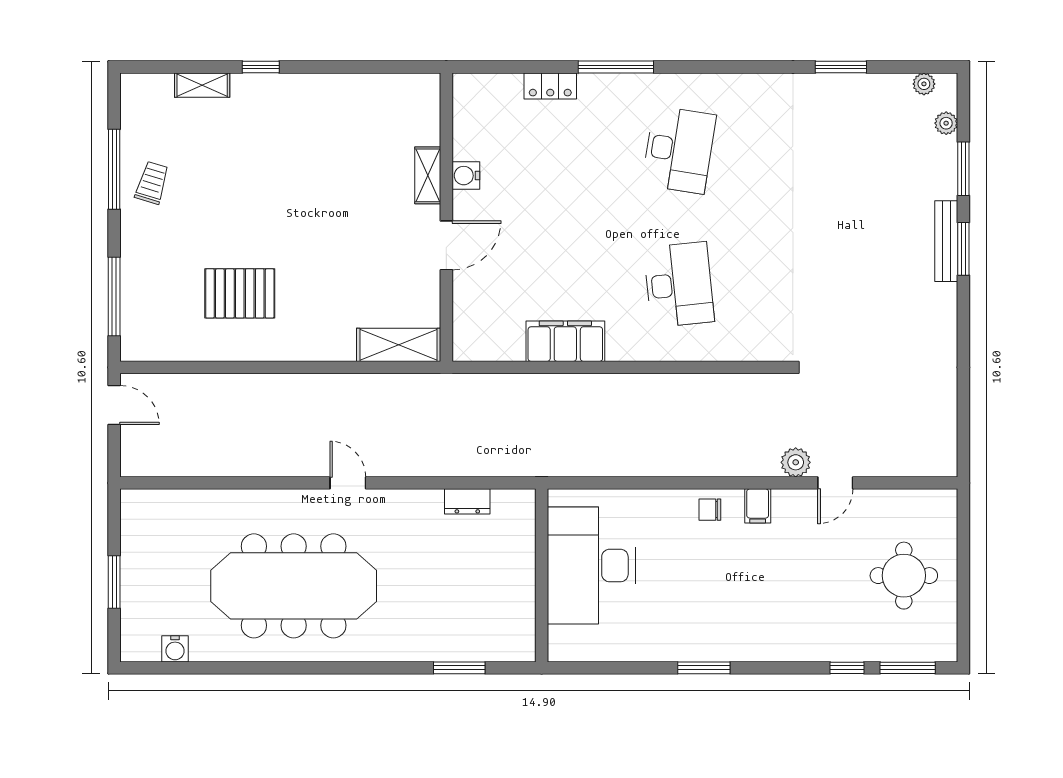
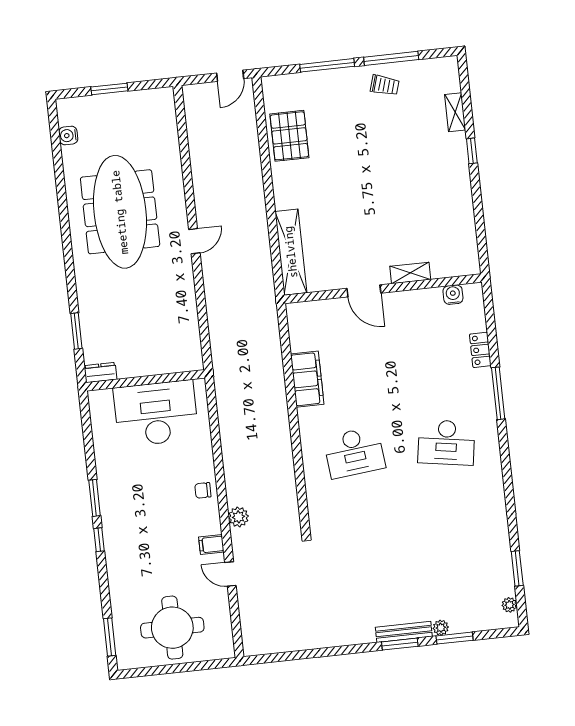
window: (841, 67) -> (517, 568), moved
plant: (946, 123) -> (441, 628), moved
water cooler: (466, 176) -> (453, 295), moved
pallet: (240, 293) -> (289, 136), moved
window: (114, 297) -> (327, 65), moved
shelving: (399, 345) -> (291, 252), width x1.47
plant: (796, 462) -> (238, 517), moved
dresser: (467, 501) -> (100, 372), moved, turned 90
filing cabinet: (758, 506) -> (211, 544), moved
chair: (710, 510) -> (203, 490), turned -90
round table: (904, 576) -> (172, 628), width x1.36, depth x1.36
window: (847, 668) -> (99, 540), moved

